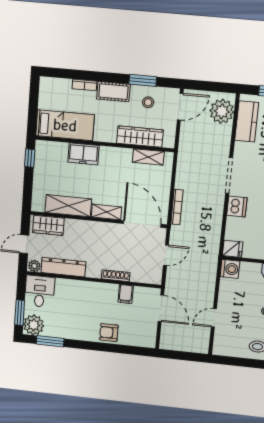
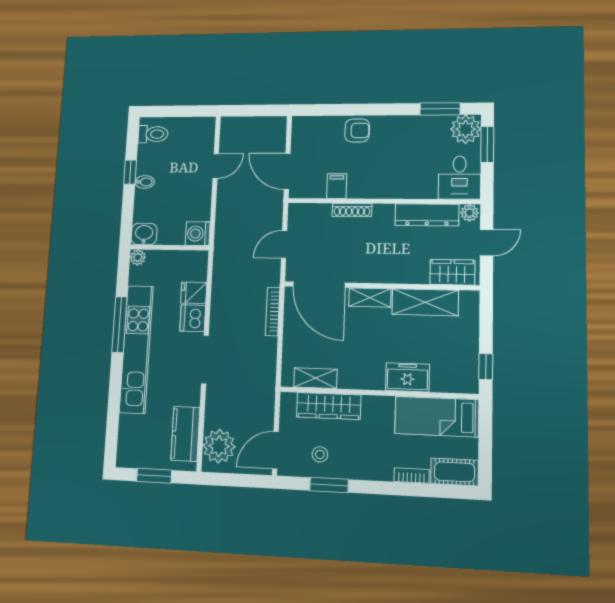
cot: (113, 92) -> (454, 472), moved
fridge: (233, 249) -> (194, 293), moved

